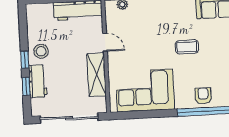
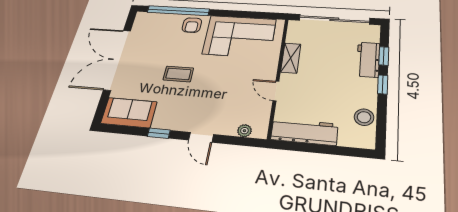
stool: (41, 51) -> (364, 117), moved
shelving: (97, 75) -> (291, 58), width x0.67, depth x0.75
armchair: (203, 96) -> (192, 25), moved

